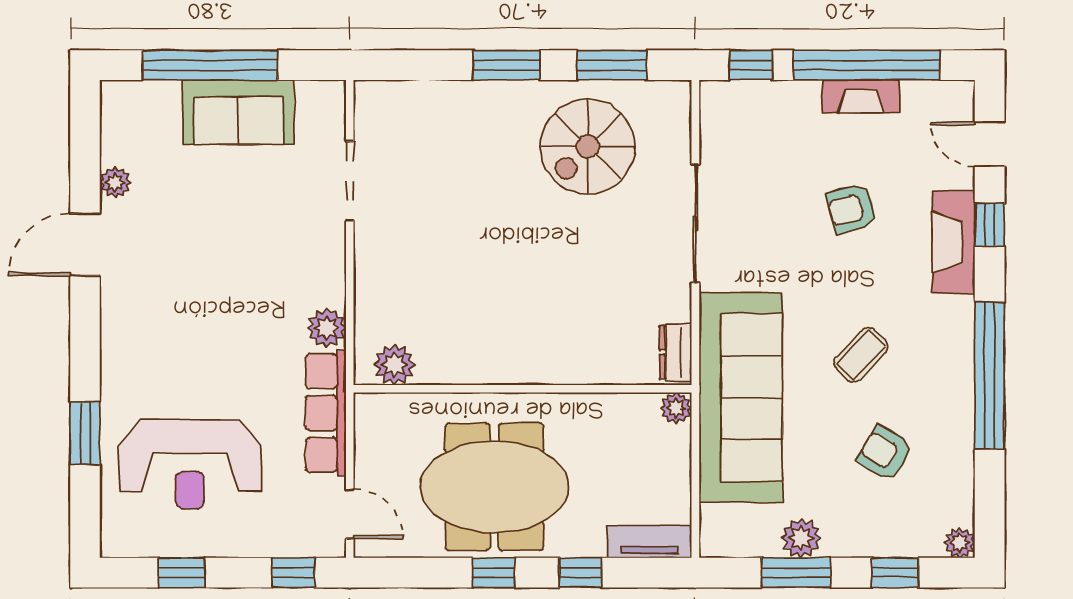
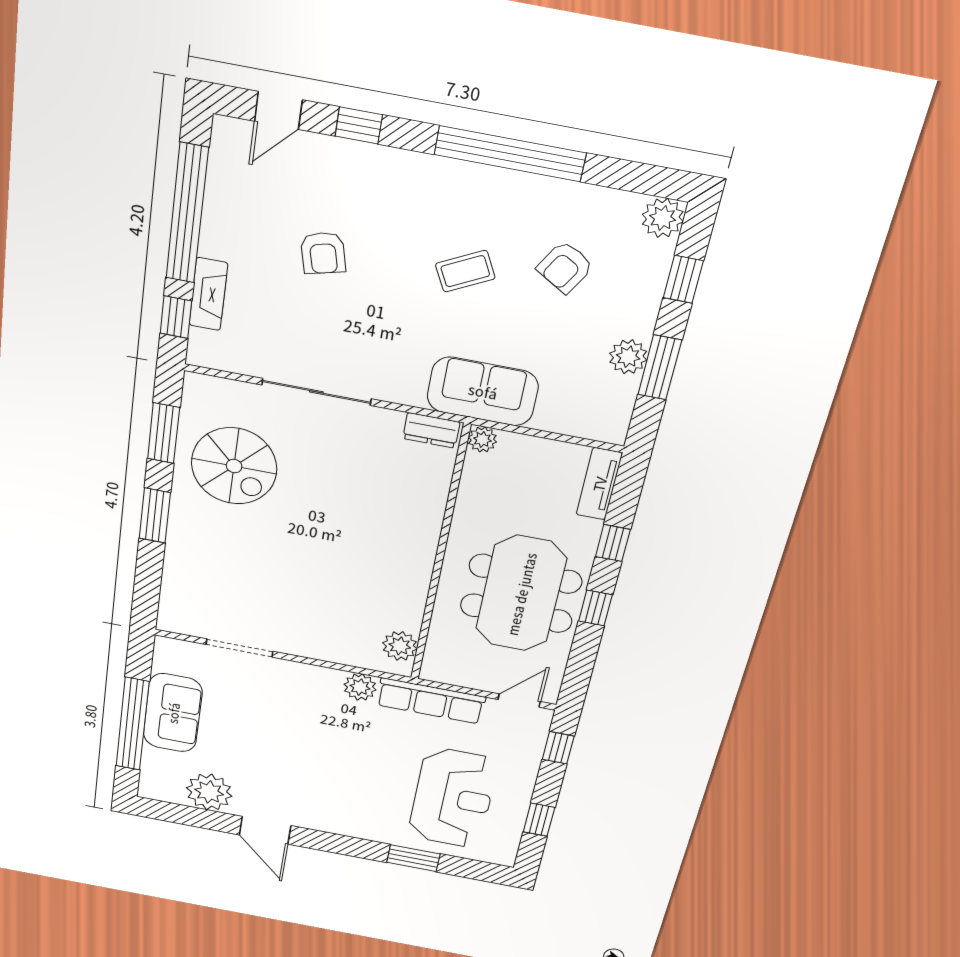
fireplace: (861, 96) -> (208, 294), moved
plant: (115, 182) -> (209, 792), width x1.88, depth x1.88
fireplace: (954, 242) -> (371, 164), removed
coffee table: (861, 355) -> (465, 271), turned -70
sofa: (741, 398) -> (483, 391), width x0.54, depth x0.79
plant: (960, 543) -> (663, 218), width x1.38, depth x1.38

